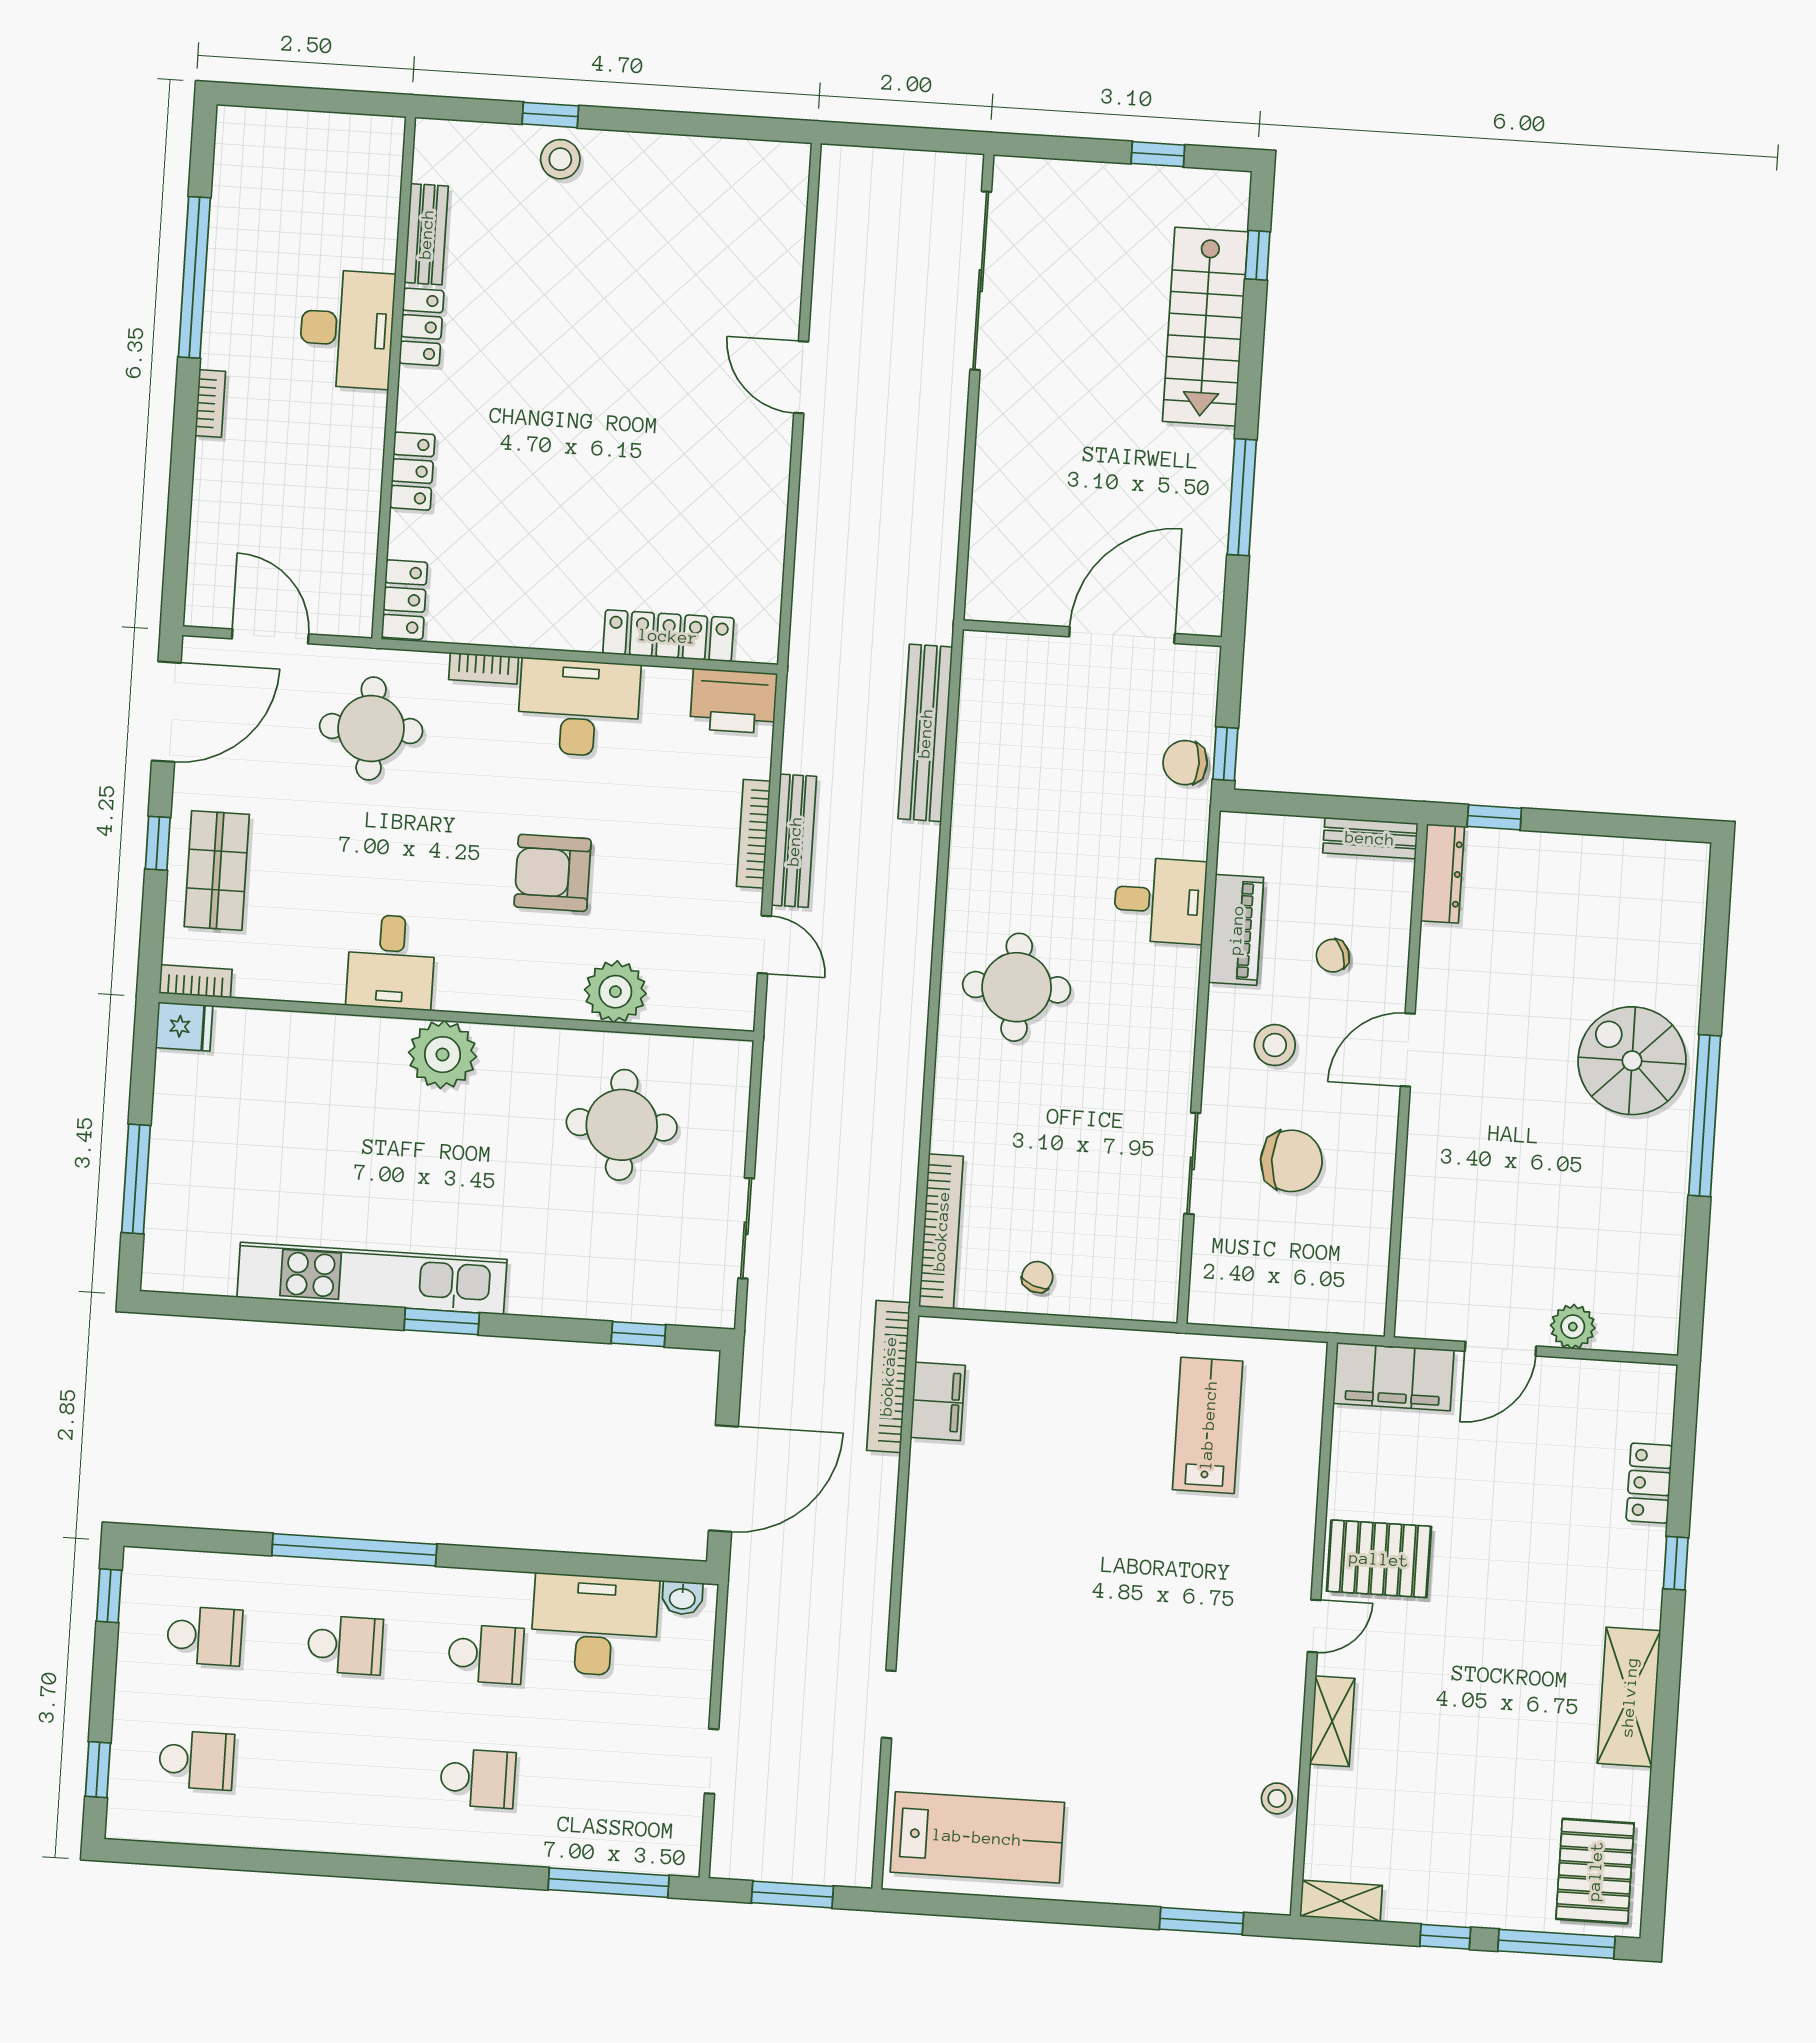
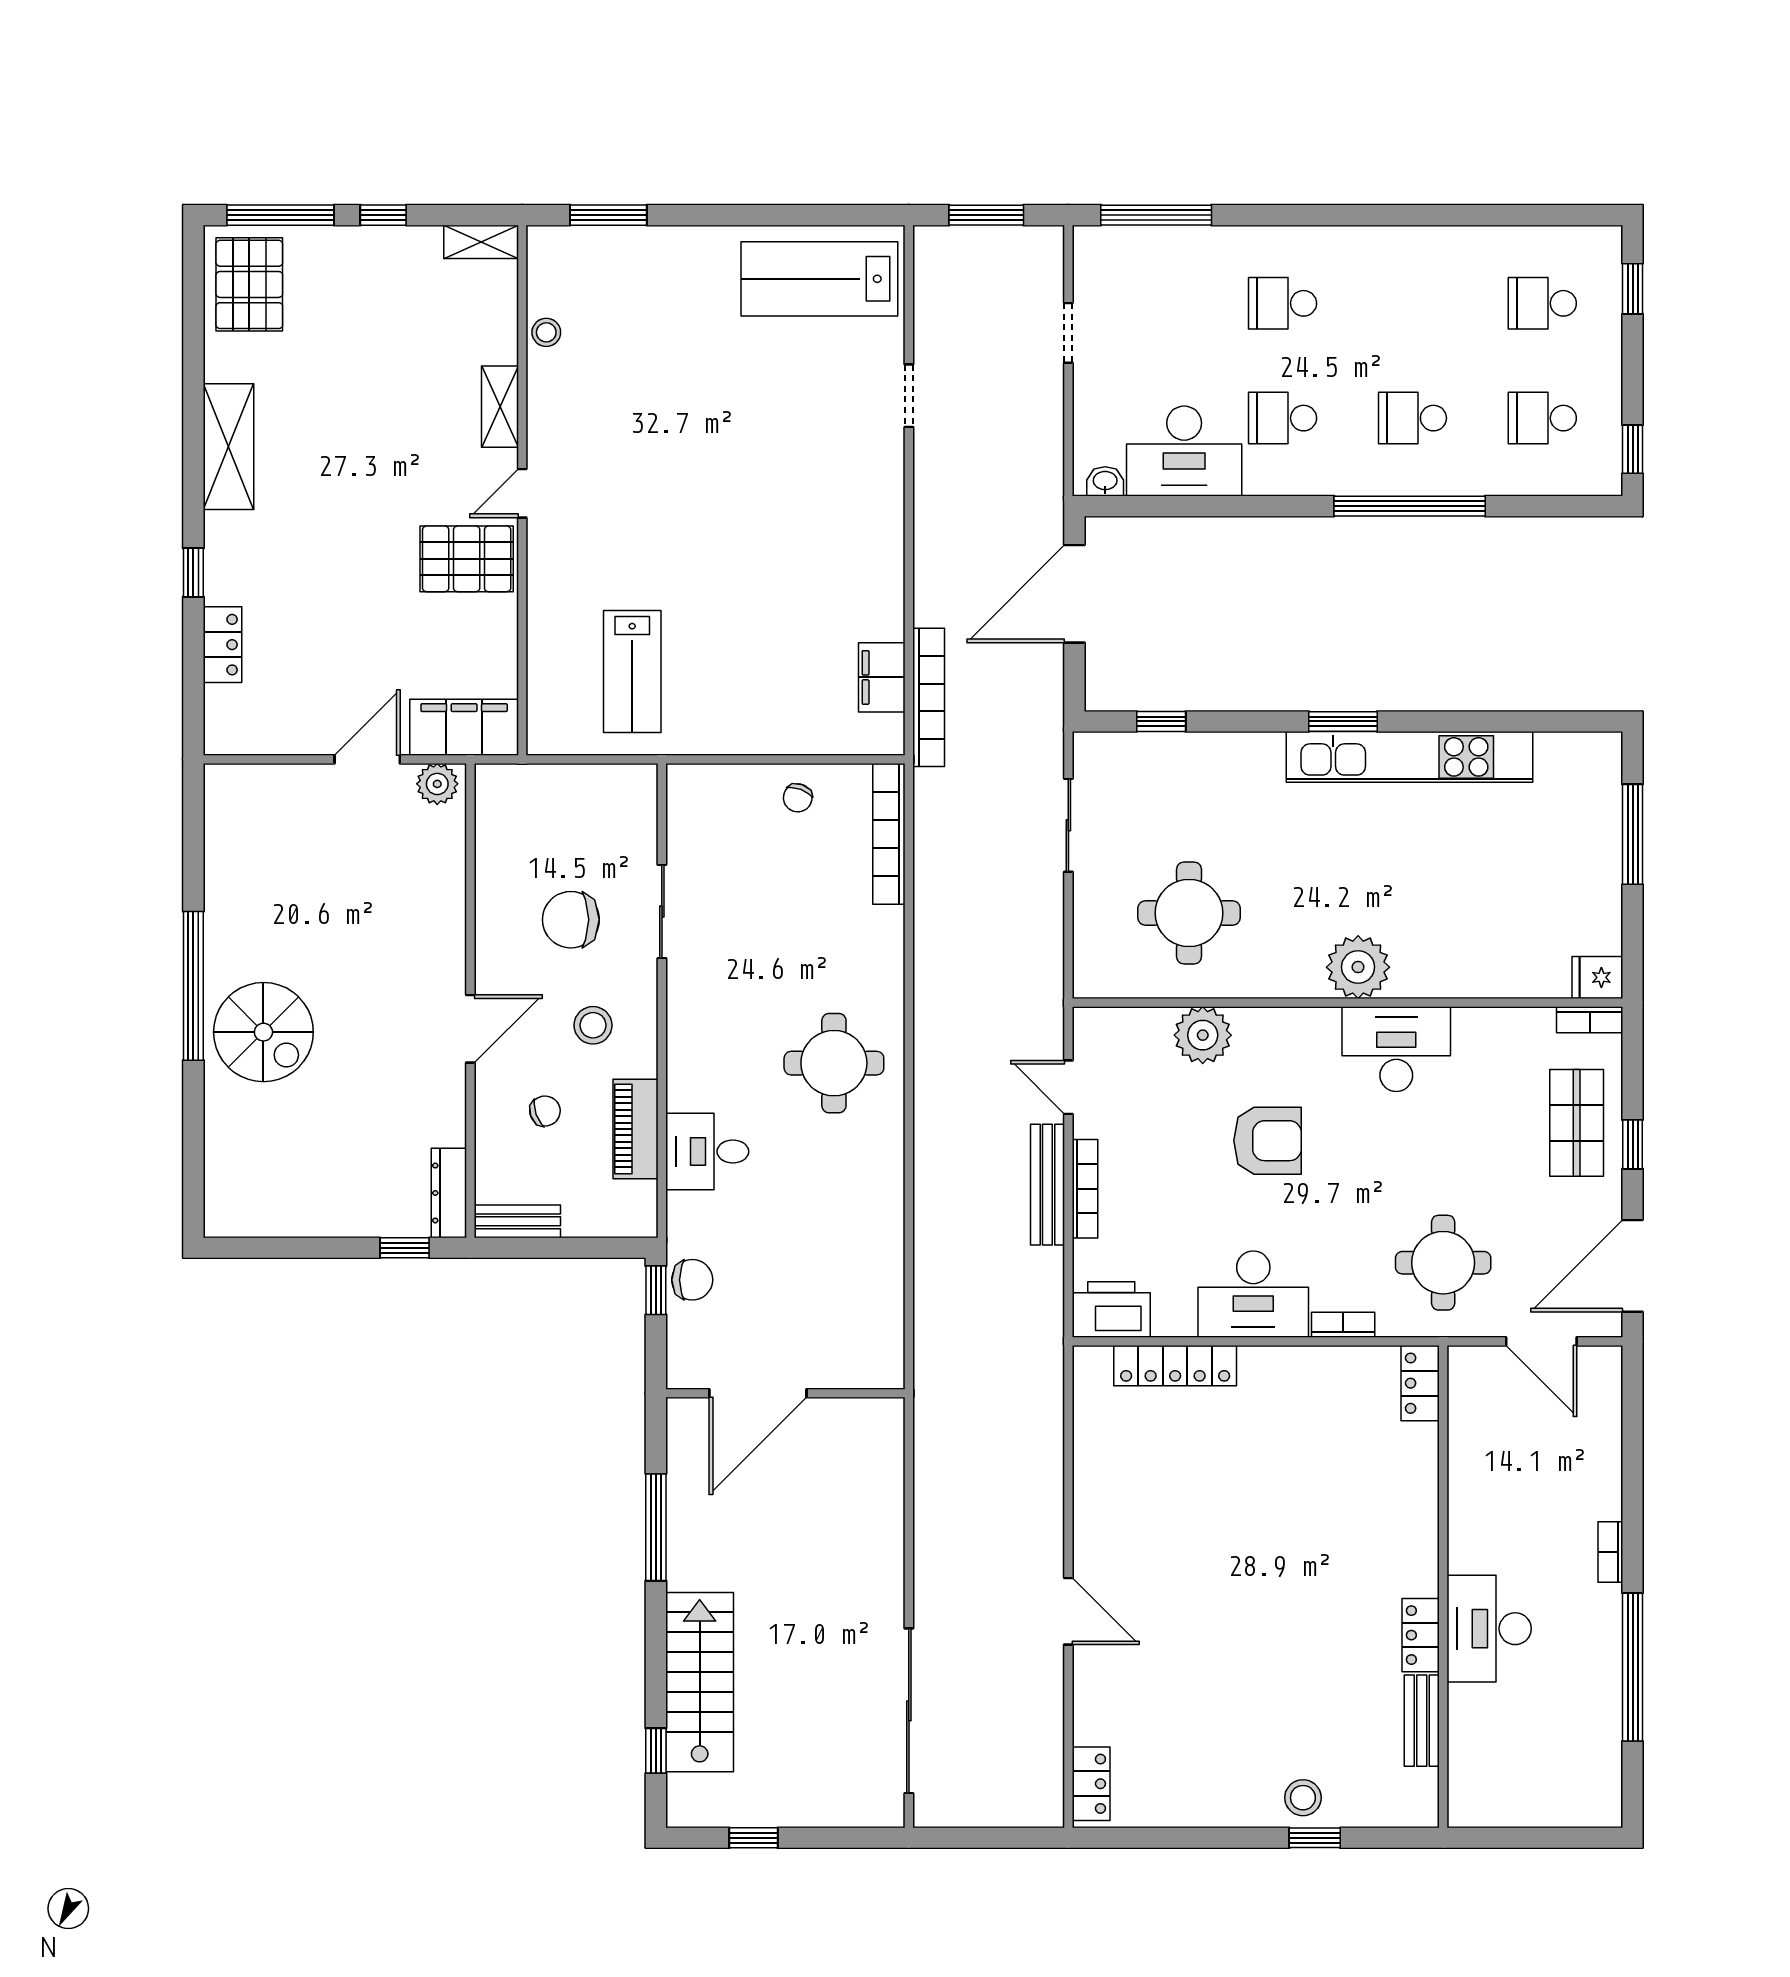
locker: (412, 471) -> (1091, 1784), moved, turned 180
bench: (925, 733) -> (933, 1292), removed
desk: (391, 962) -> (1396, 1049), width x1.37
plant: (1573, 1327) -> (437, 784), moved

